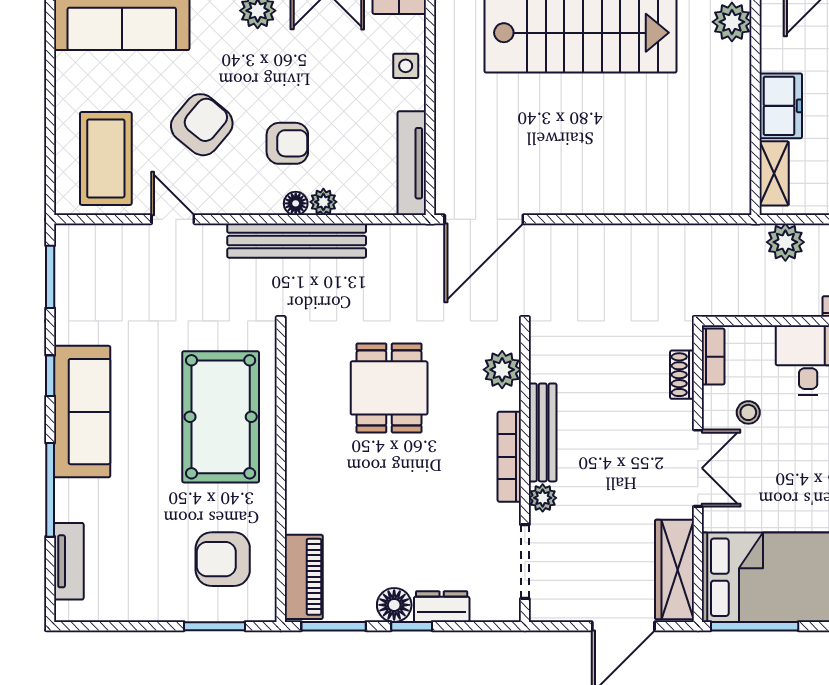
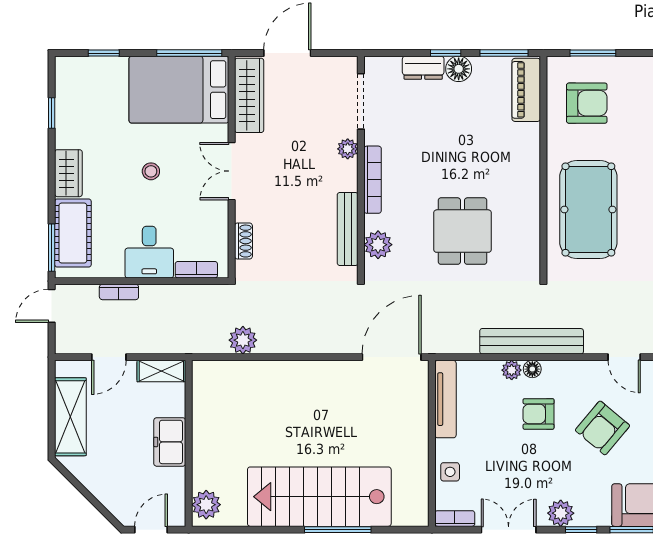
shelving: (774, 173) -> (161, 371), moved, turned 90
plant: (785, 242) -> (243, 340), moved
bookcase: (713, 357) -> (196, 270), moved, turned 90
stool: (748, 412) -> (151, 171), moved
bench: (543, 432) -> (348, 229), moved

